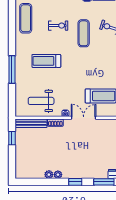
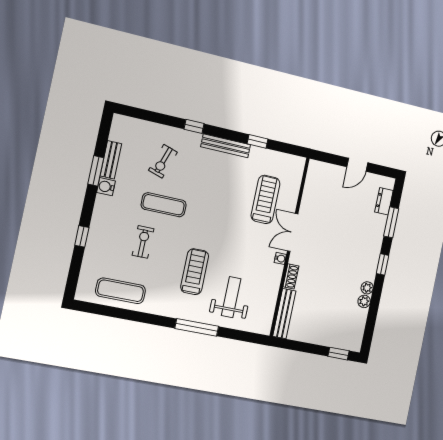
treadmill: (46, 61) -> (195, 272), turned 180
weight bench: (41, 101) -> (231, 297), moved, turned 180
window: (12, 138) -> (339, 354), moved

